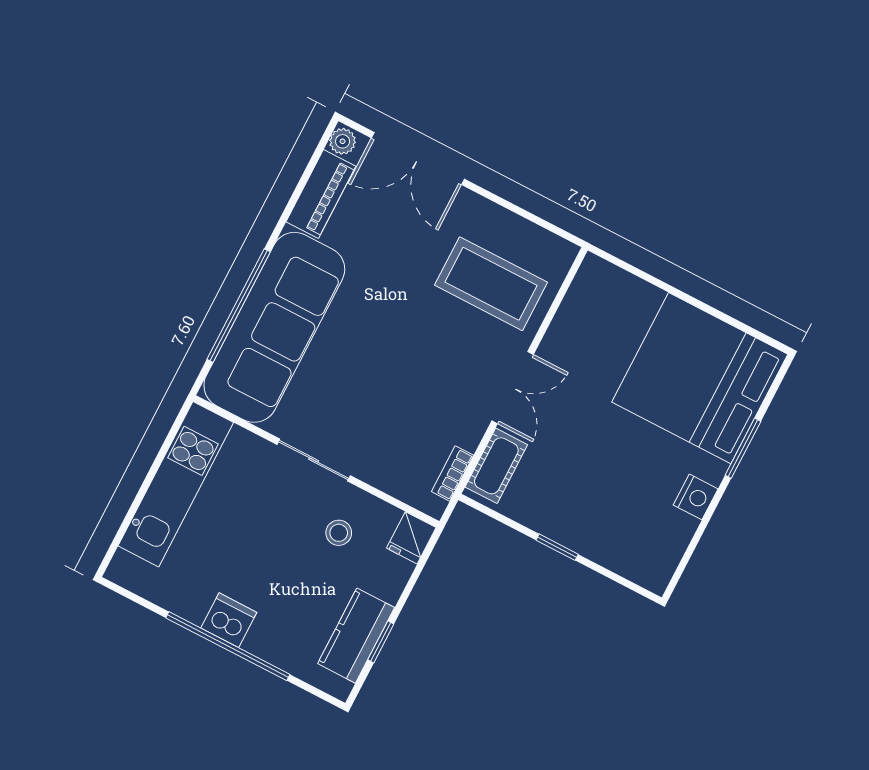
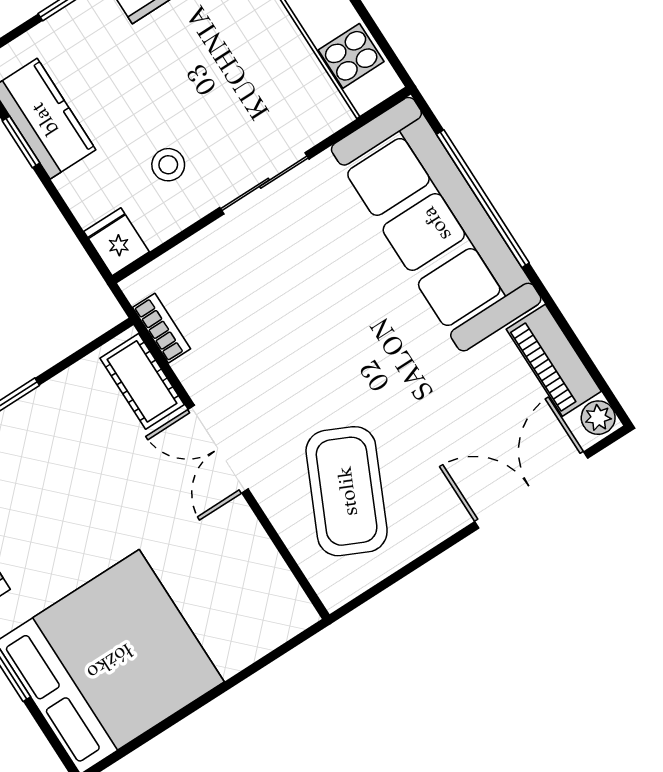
coffee table: (491, 284) -> (347, 491), turned -65

